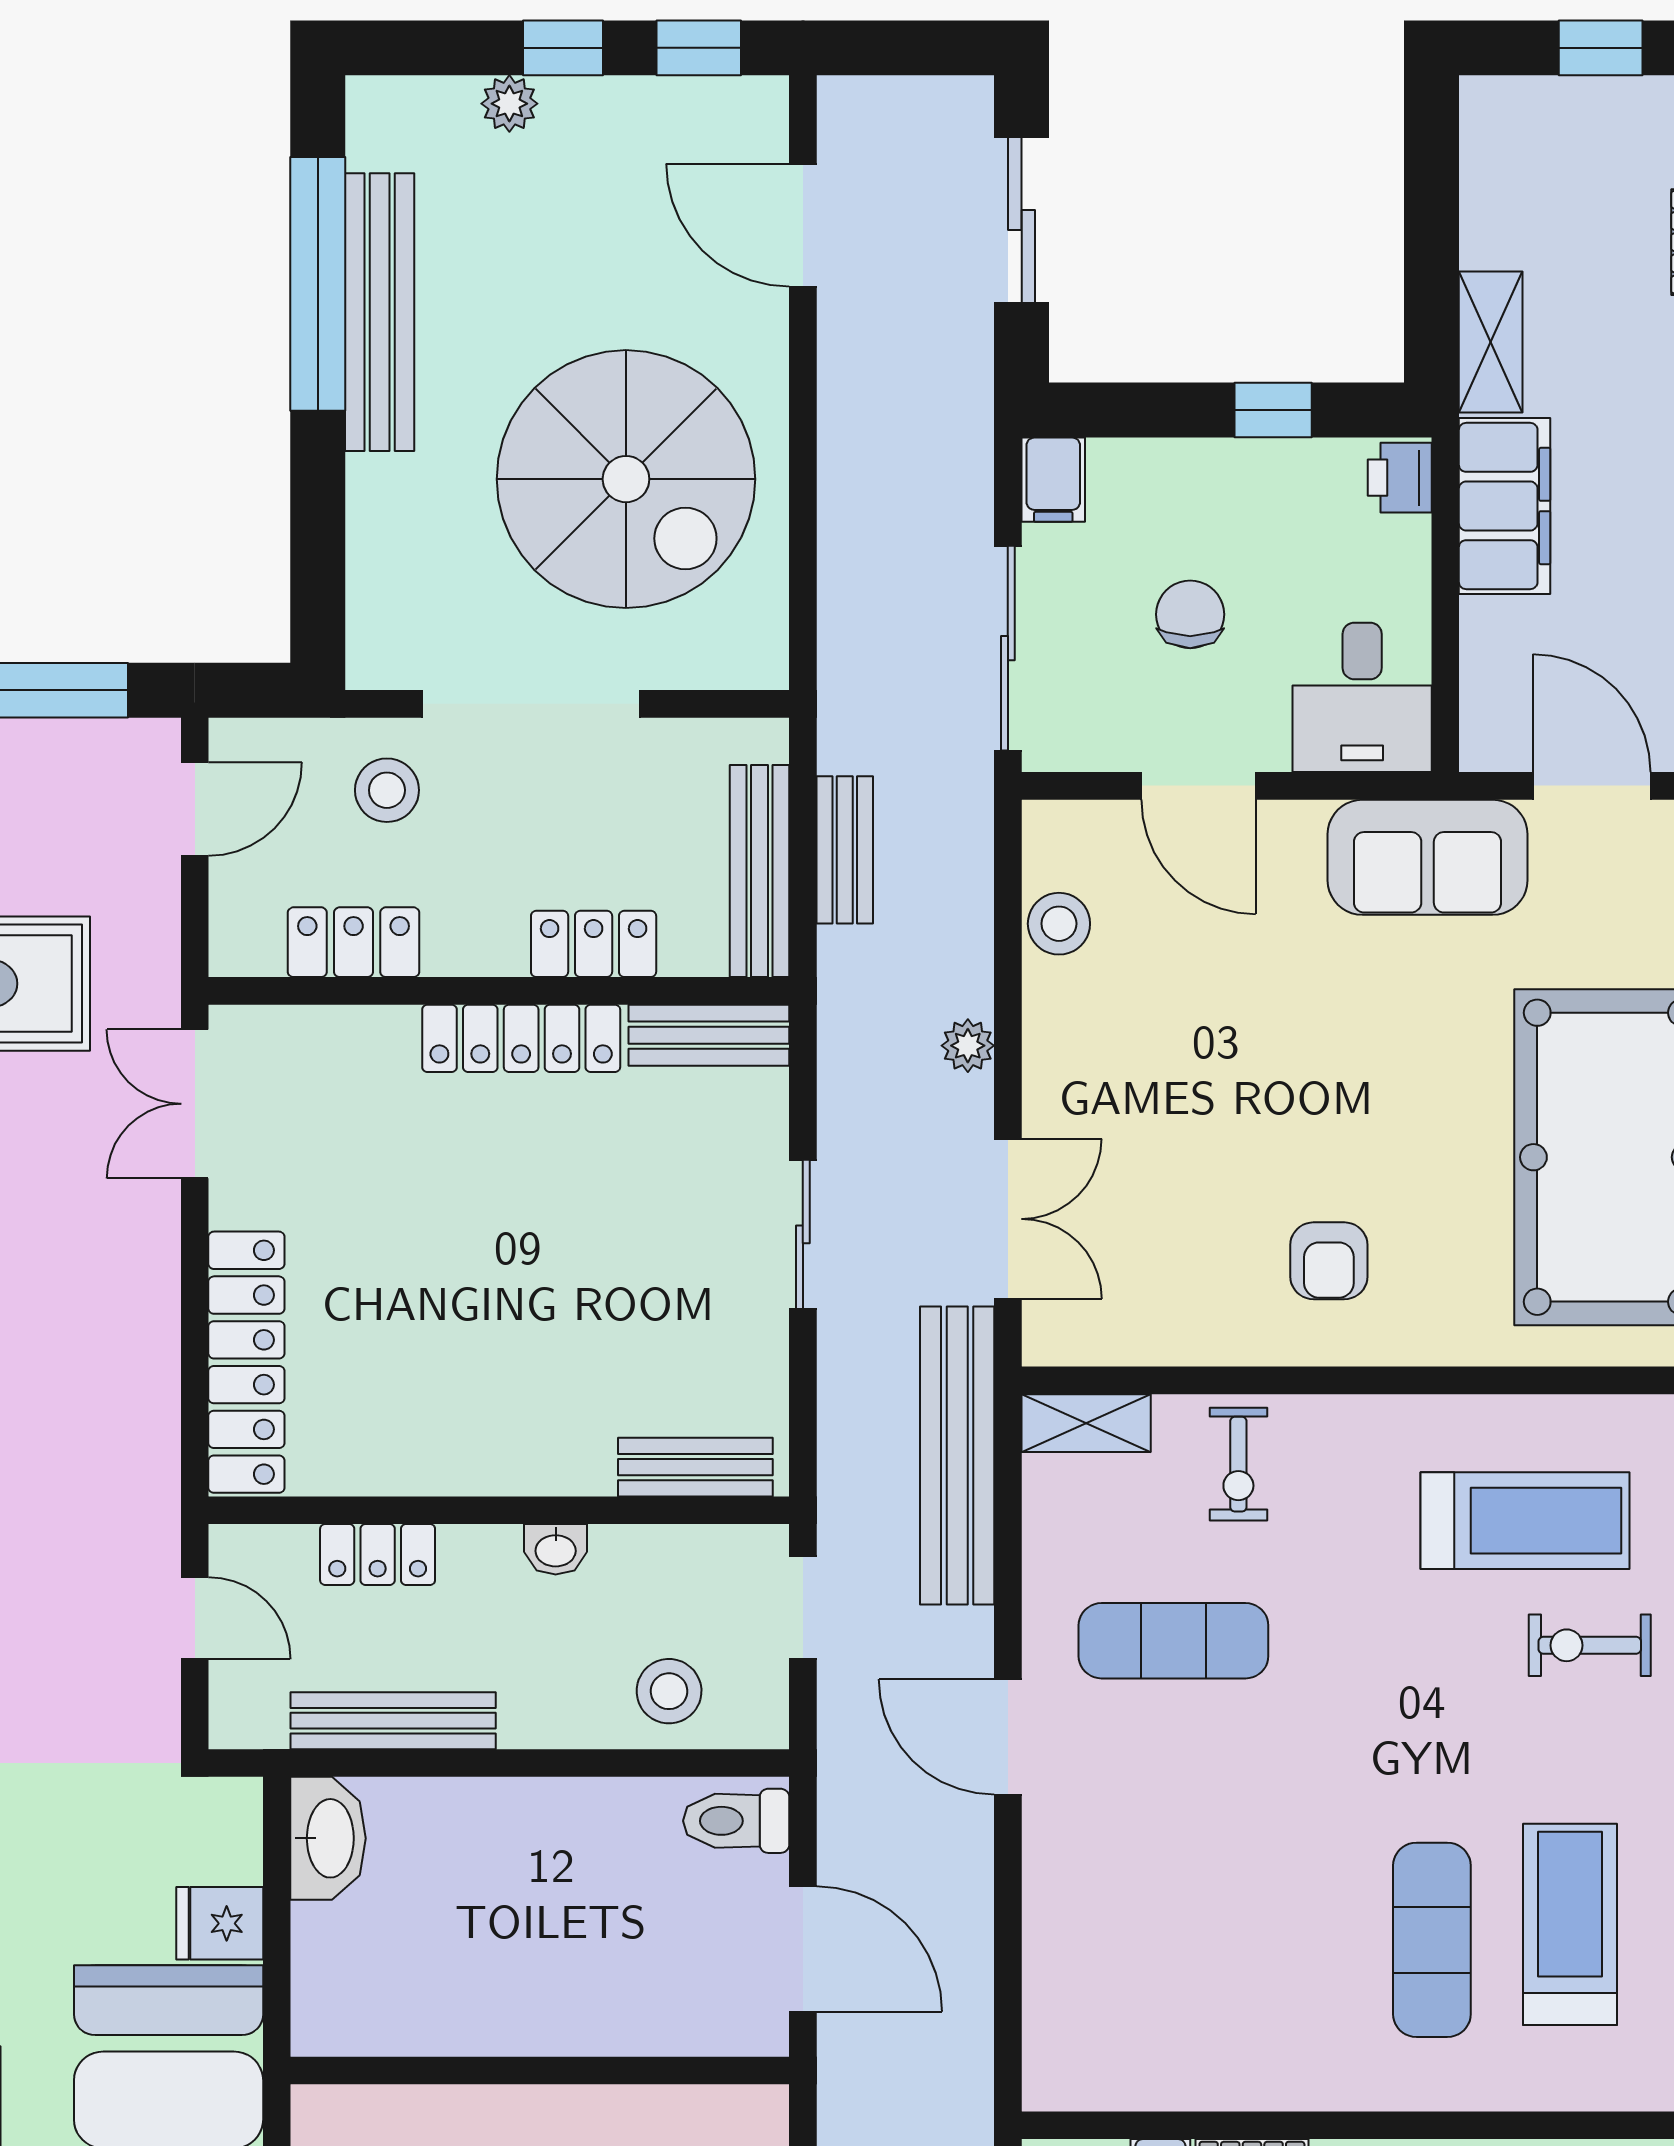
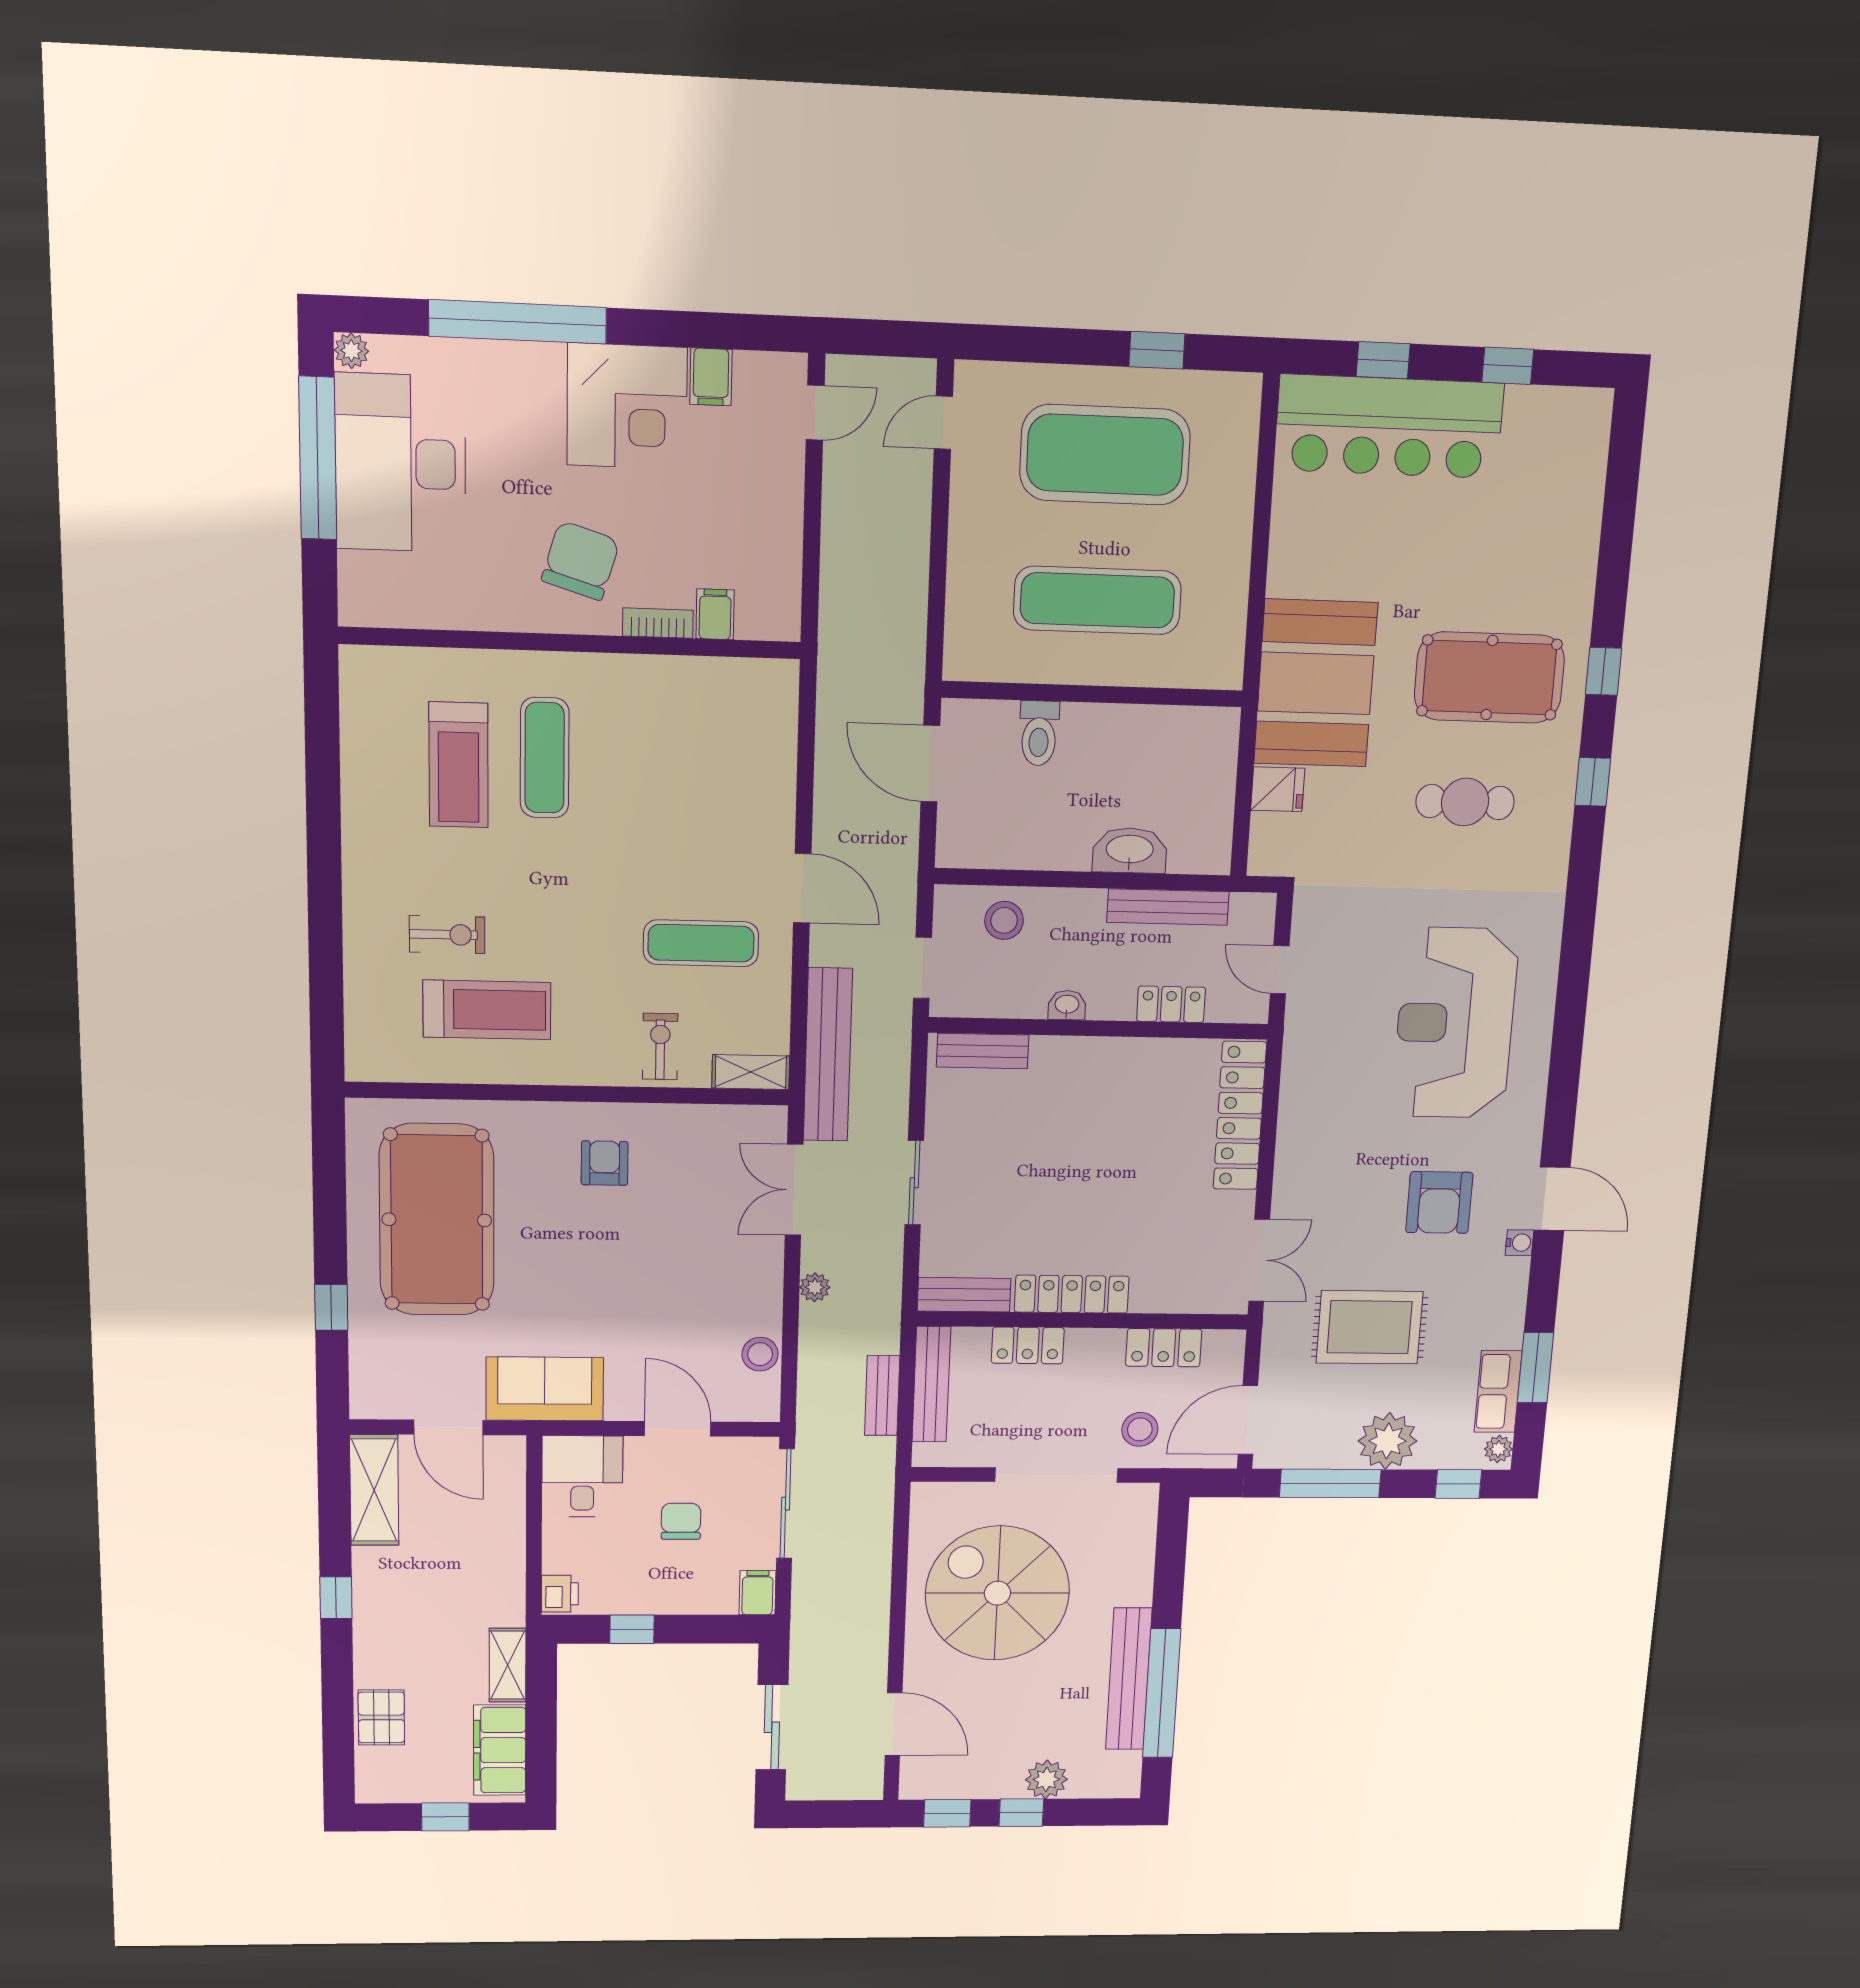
plant: (509, 104) -> (1046, 1779), width x1.38, depth x1.38
filing cabinet: (1505, 506) -> (500, 1750), moved
chair: (1190, 614) -> (681, 1521), turned 180
door: (195, 809) -> (1248, 1420), width x1.38
treadmill: (1525, 1521) -> (487, 1010), turned 180
toilet: (736, 1821) -> (1039, 733), moved, turned 90
washbasin: (328, 1838) -> (1130, 850), moved, turned 90

